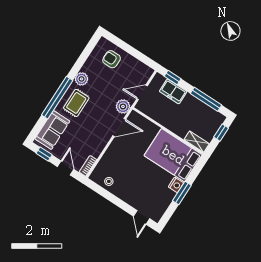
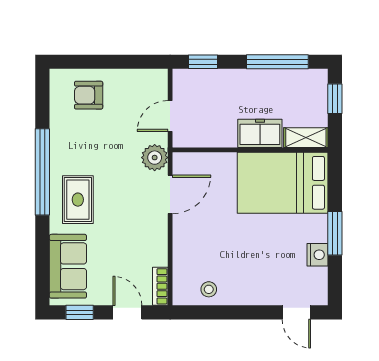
plant: (81, 79) -> (62, 157), removed
freezer: (173, 91) -> (260, 133), moved, turned 180
window: (57, 98) -> (42, 172), moved
nightstand: (176, 185) -> (318, 255), moved

